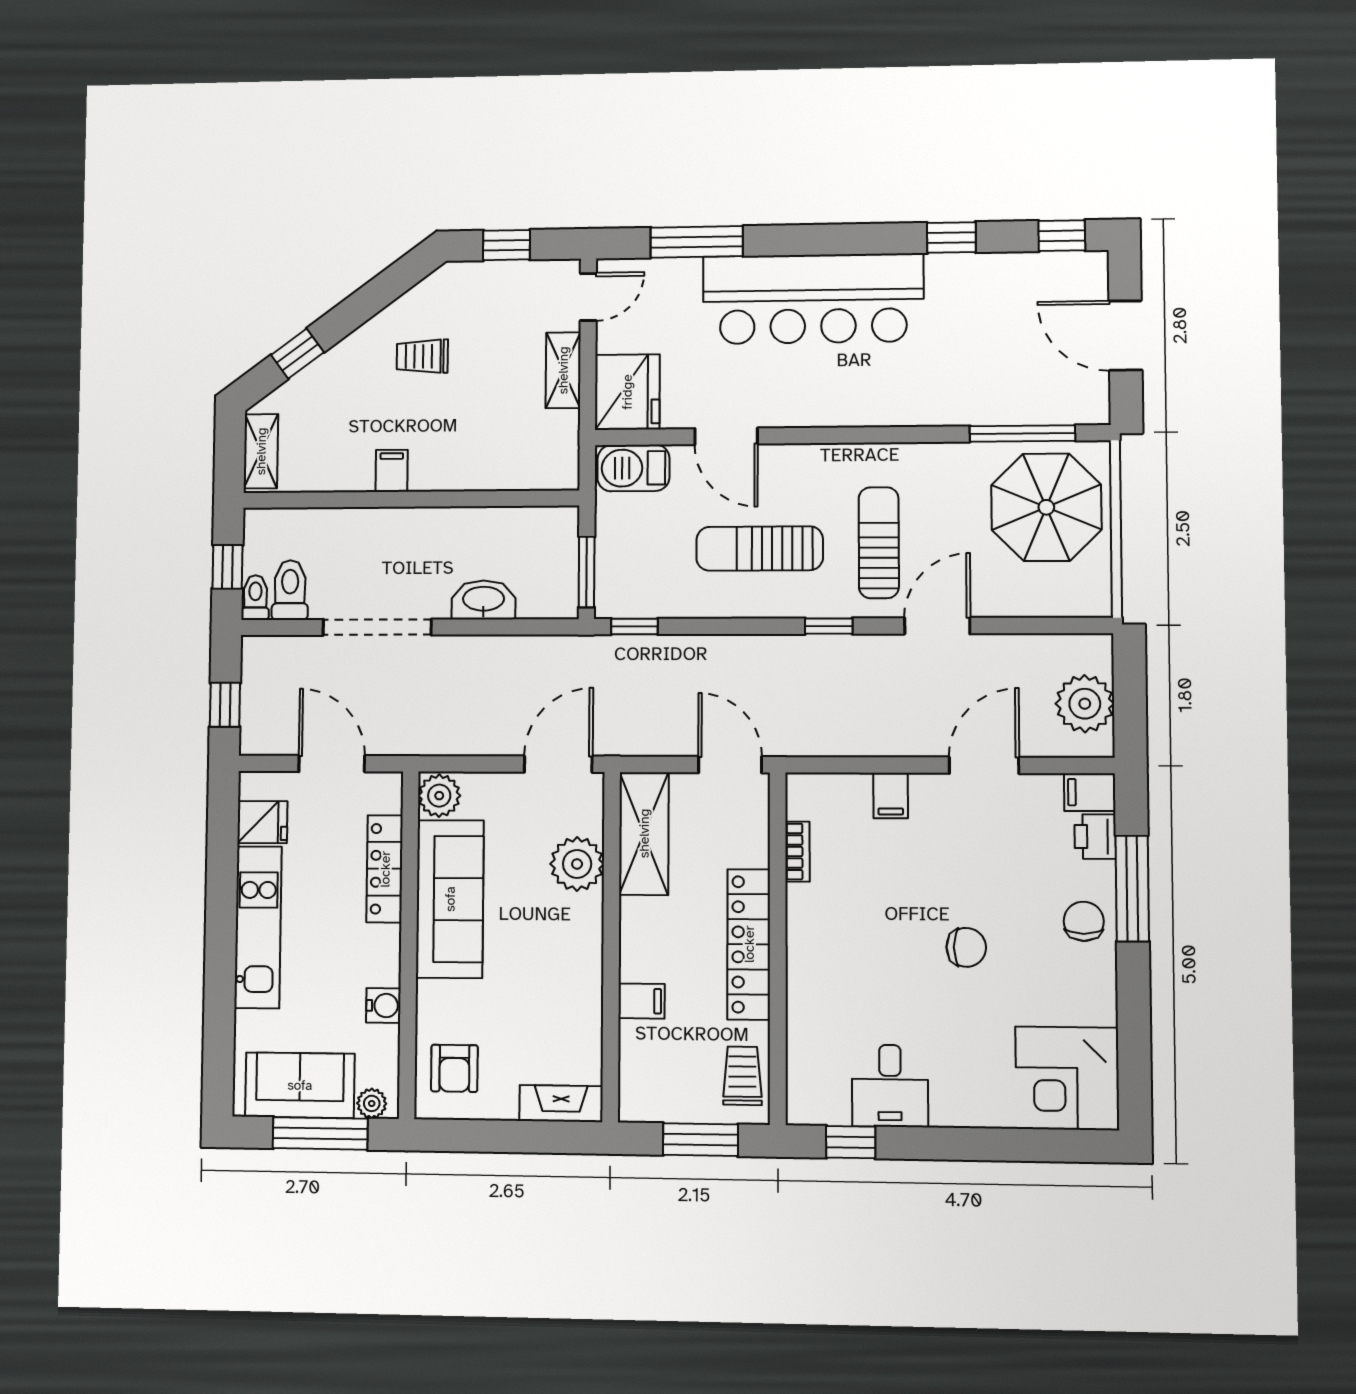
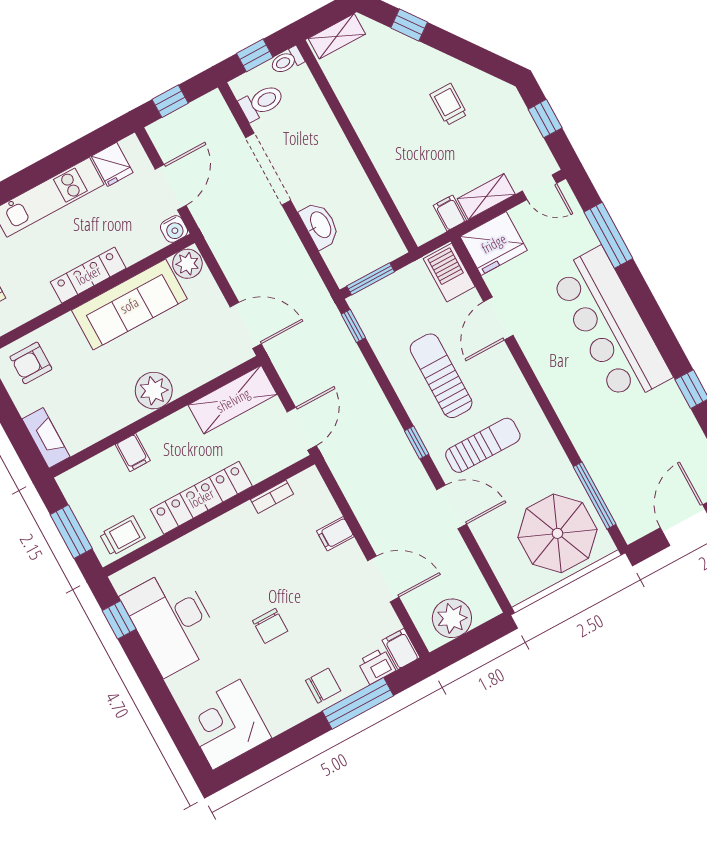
filing cabinet: (392, 471) -> (450, 213), moved, turned -90
toilet: (255, 598) -> (287, 61), moved, turned 180
plant: (577, 864) -> (154, 391), moved
locker: (385, 869) -> (88, 275), moved
water cooler: (383, 1006) -> (174, 229), moved
desk: (890, 1086) -> (172, 621), width x1.87, depth x1.30

